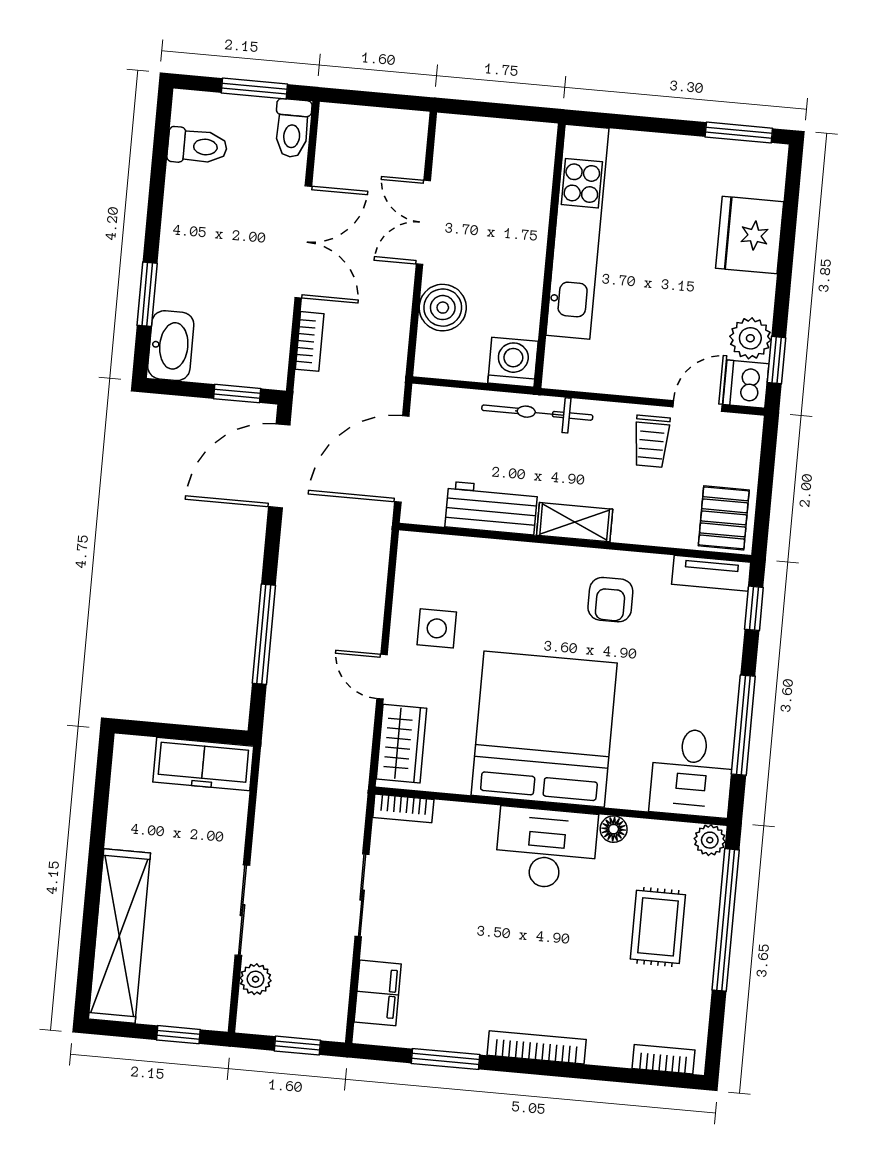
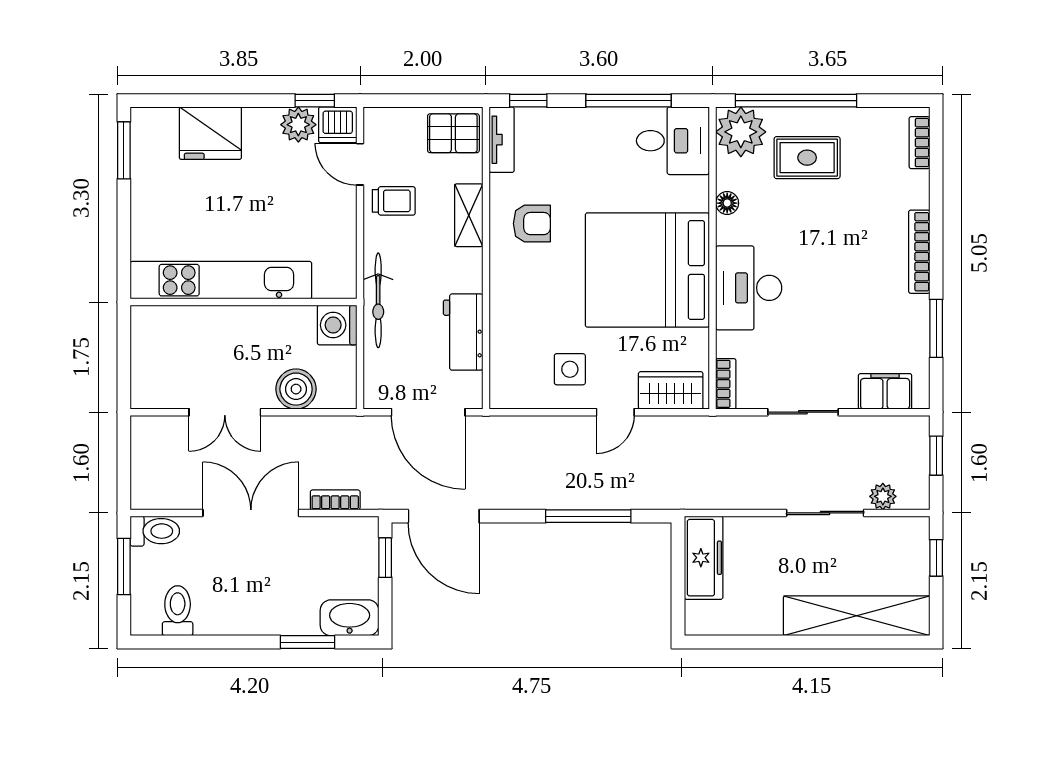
shelving: (575, 522) -> (469, 215), moved
plant: (710, 840) -> (741, 132), width x1.87, depth x1.87
desk: (546, 848) -> (749, 288), moved

